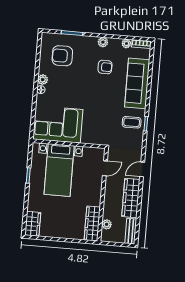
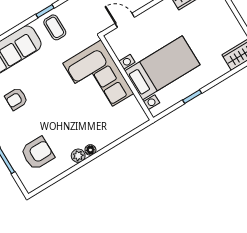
armchair: (62, 56) -> (37, 153), turned -90
armchair: (105, 67) -> (16, 99), turned -90
corner sofa: (58, 124) -> (98, 78), moved

